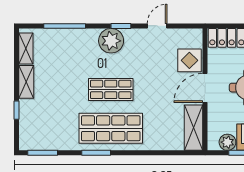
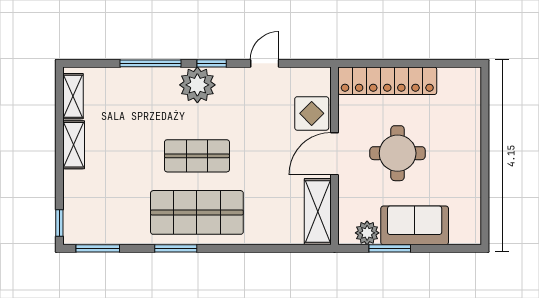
window: (65, 26) -> (151, 63), moved
window: (16, 110) -> (59, 223), moved

